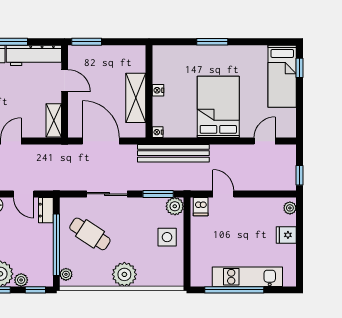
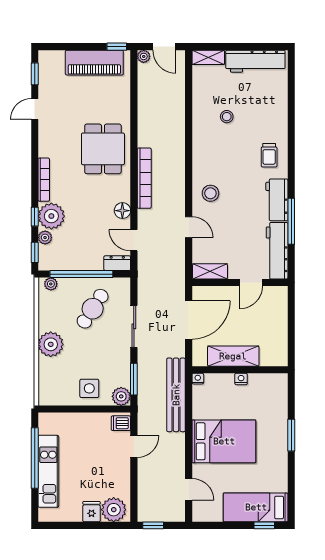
window: (87, 42) -> (291, 305), removed
door: (24, 194) -> (134, 240), hinge flipped
plant: (290, 208) -> (114, 510), width x1.87, depth x1.87

